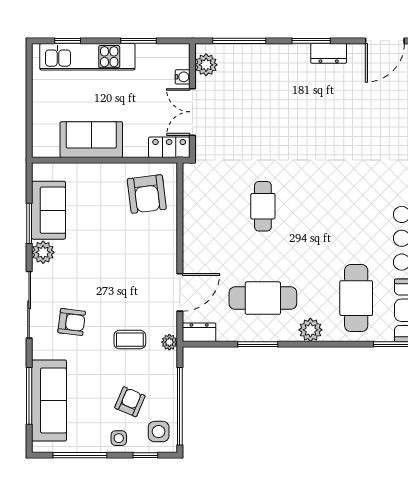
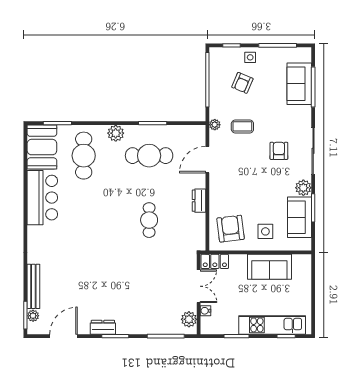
armchair: (72, 322) -> (279, 151), moved, turned 83
dresser: (199, 332) -> (199, 201), moved, turned 90
sofa: (49, 400) -> (299, 84), width x0.73
side table: (159, 432) -> (265, 231), moved

